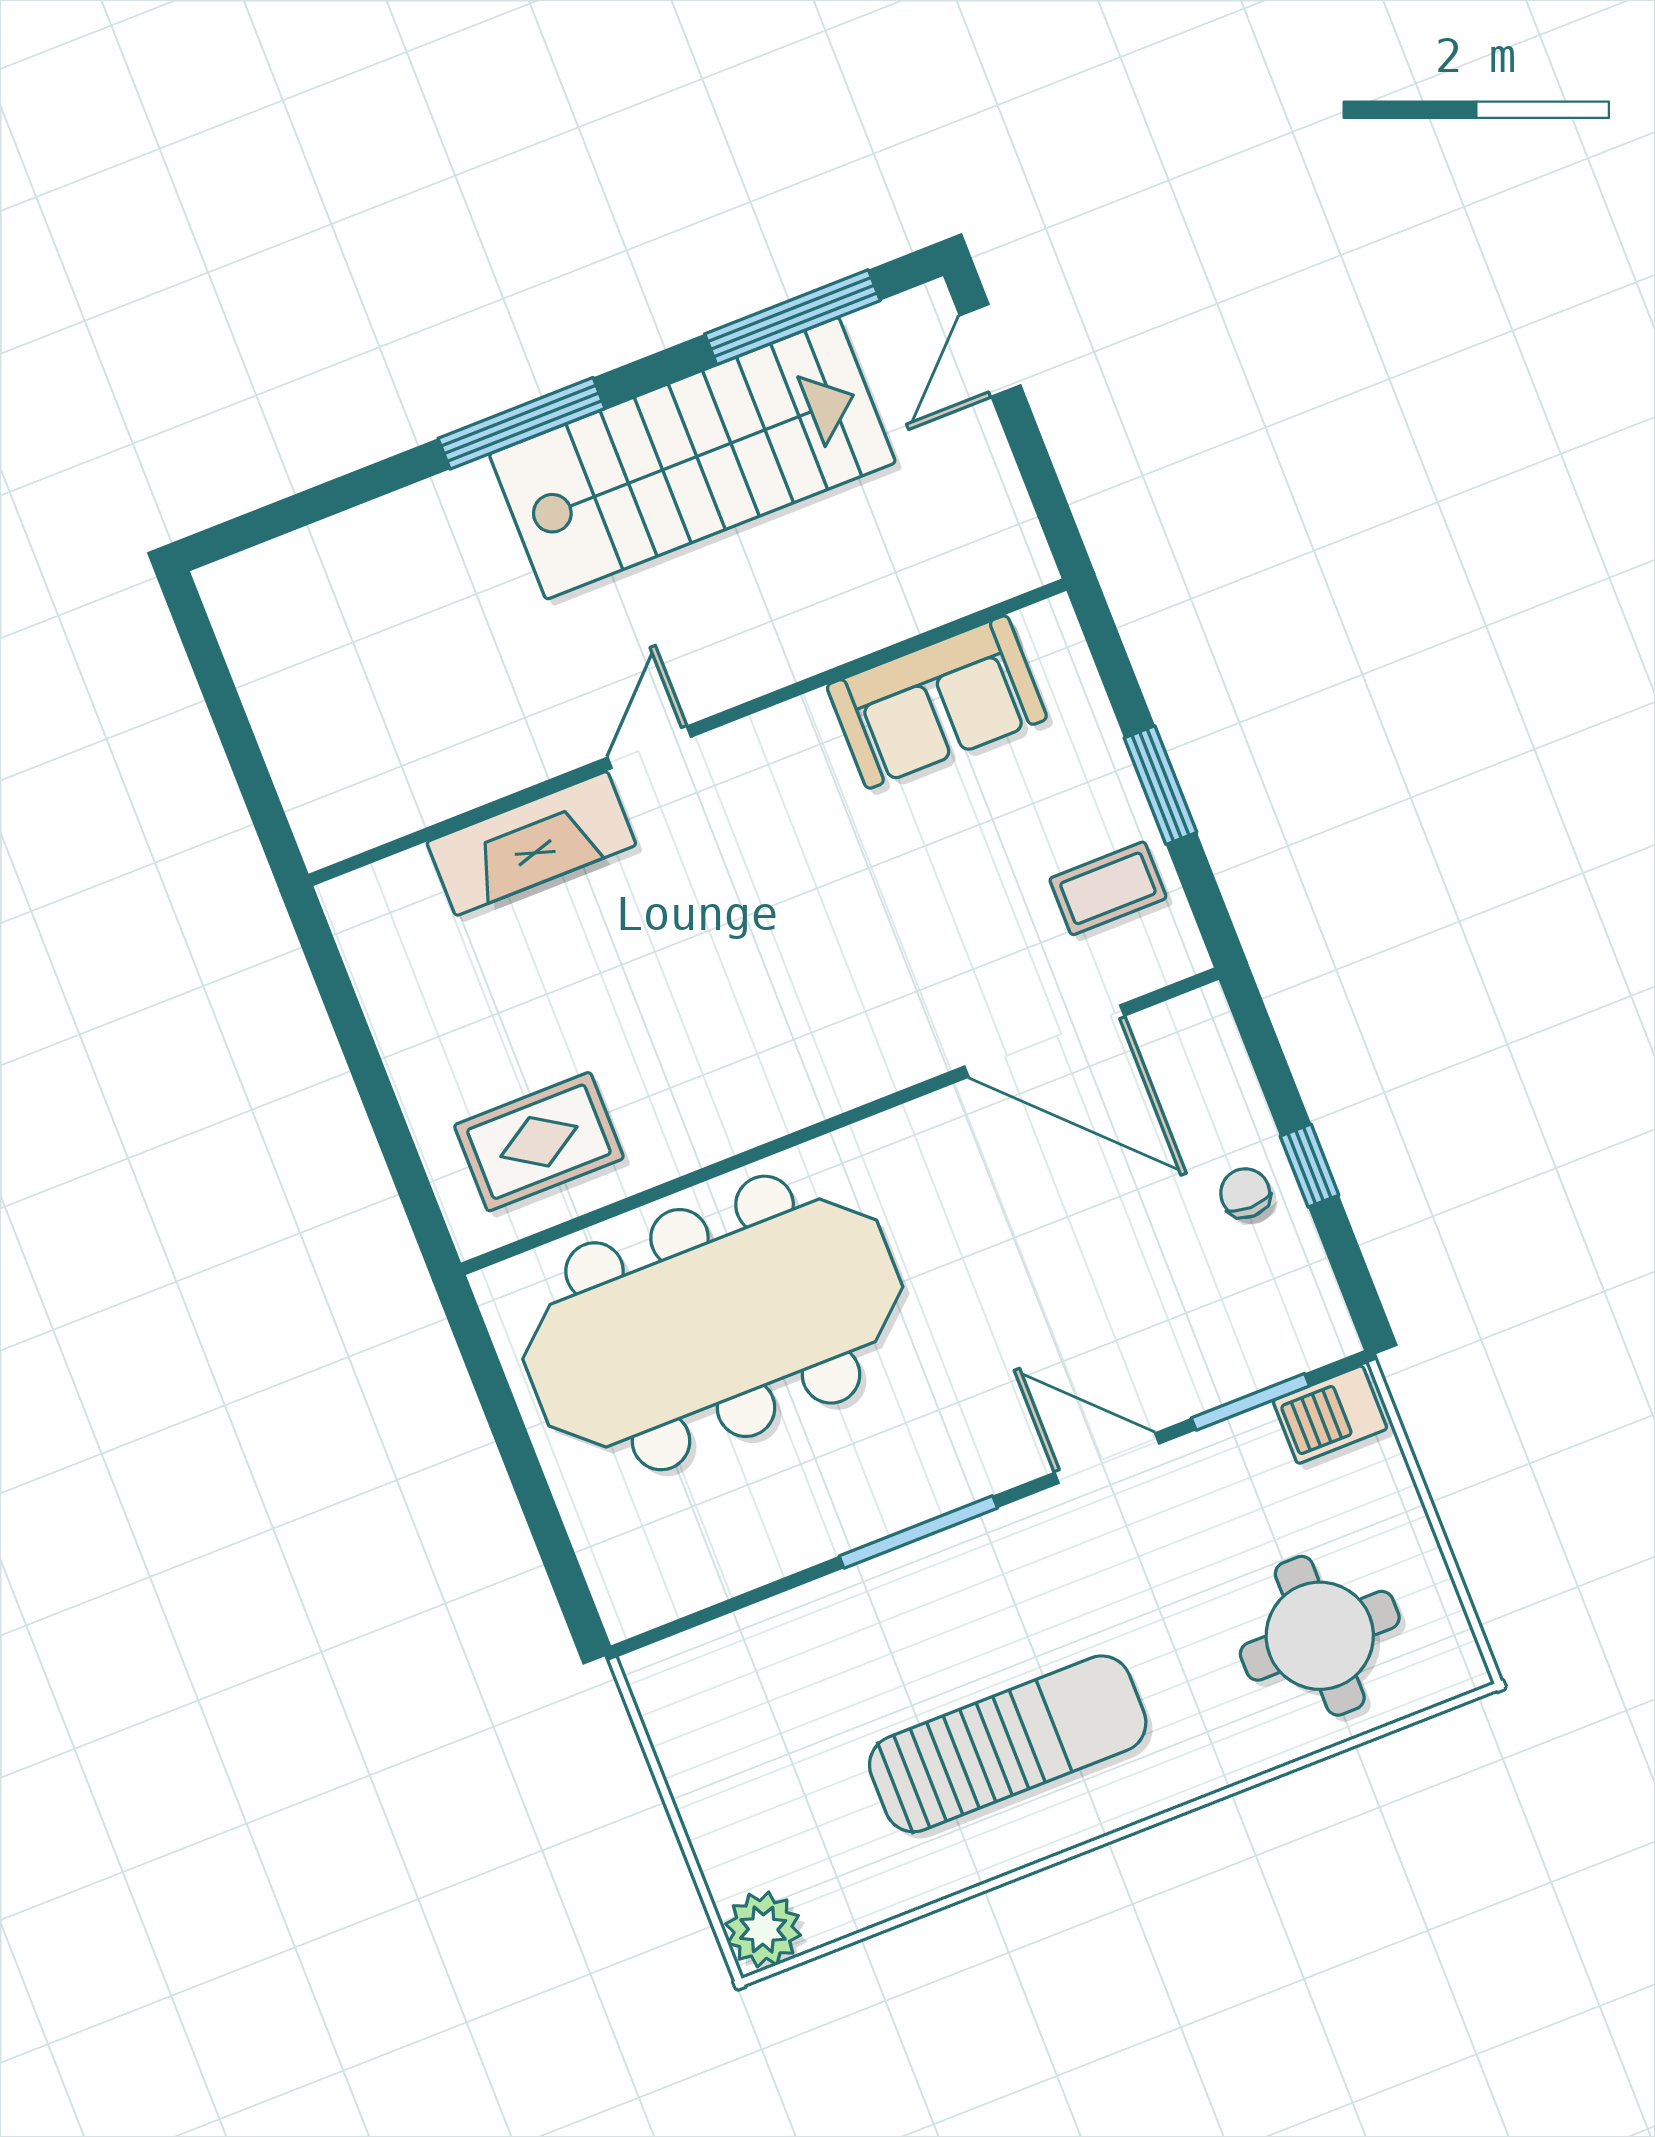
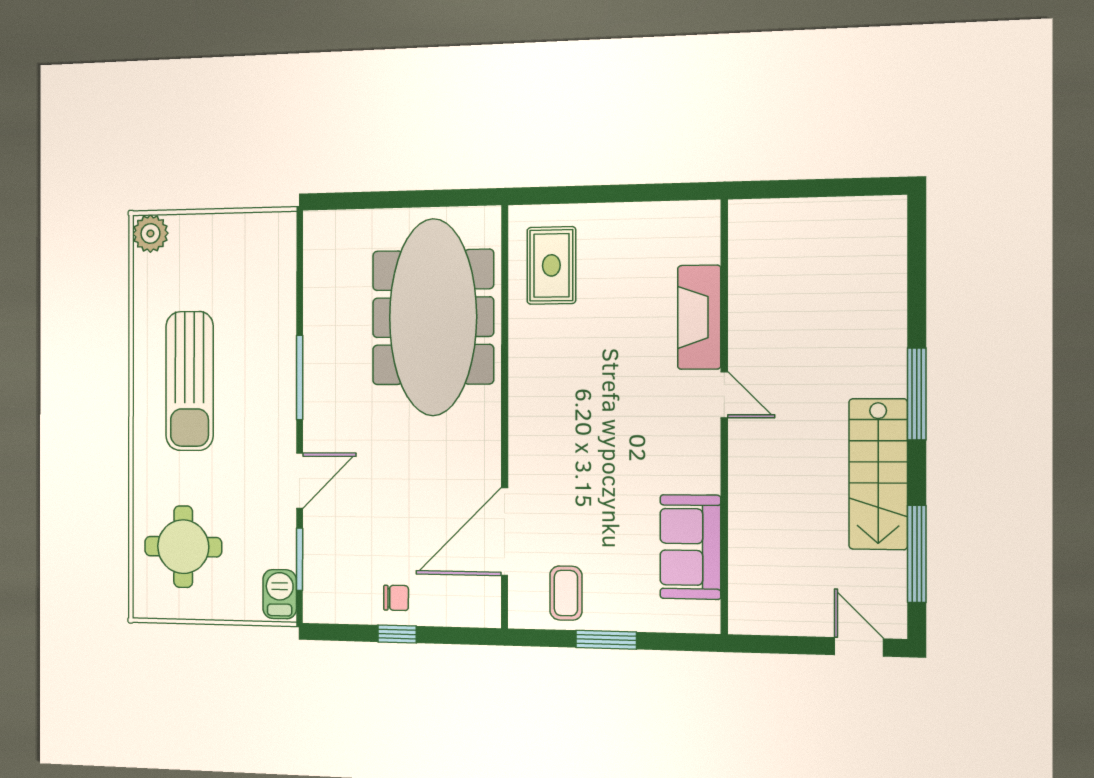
stairs: (692, 458) -> (878, 474), width x0.73, depth x0.66

